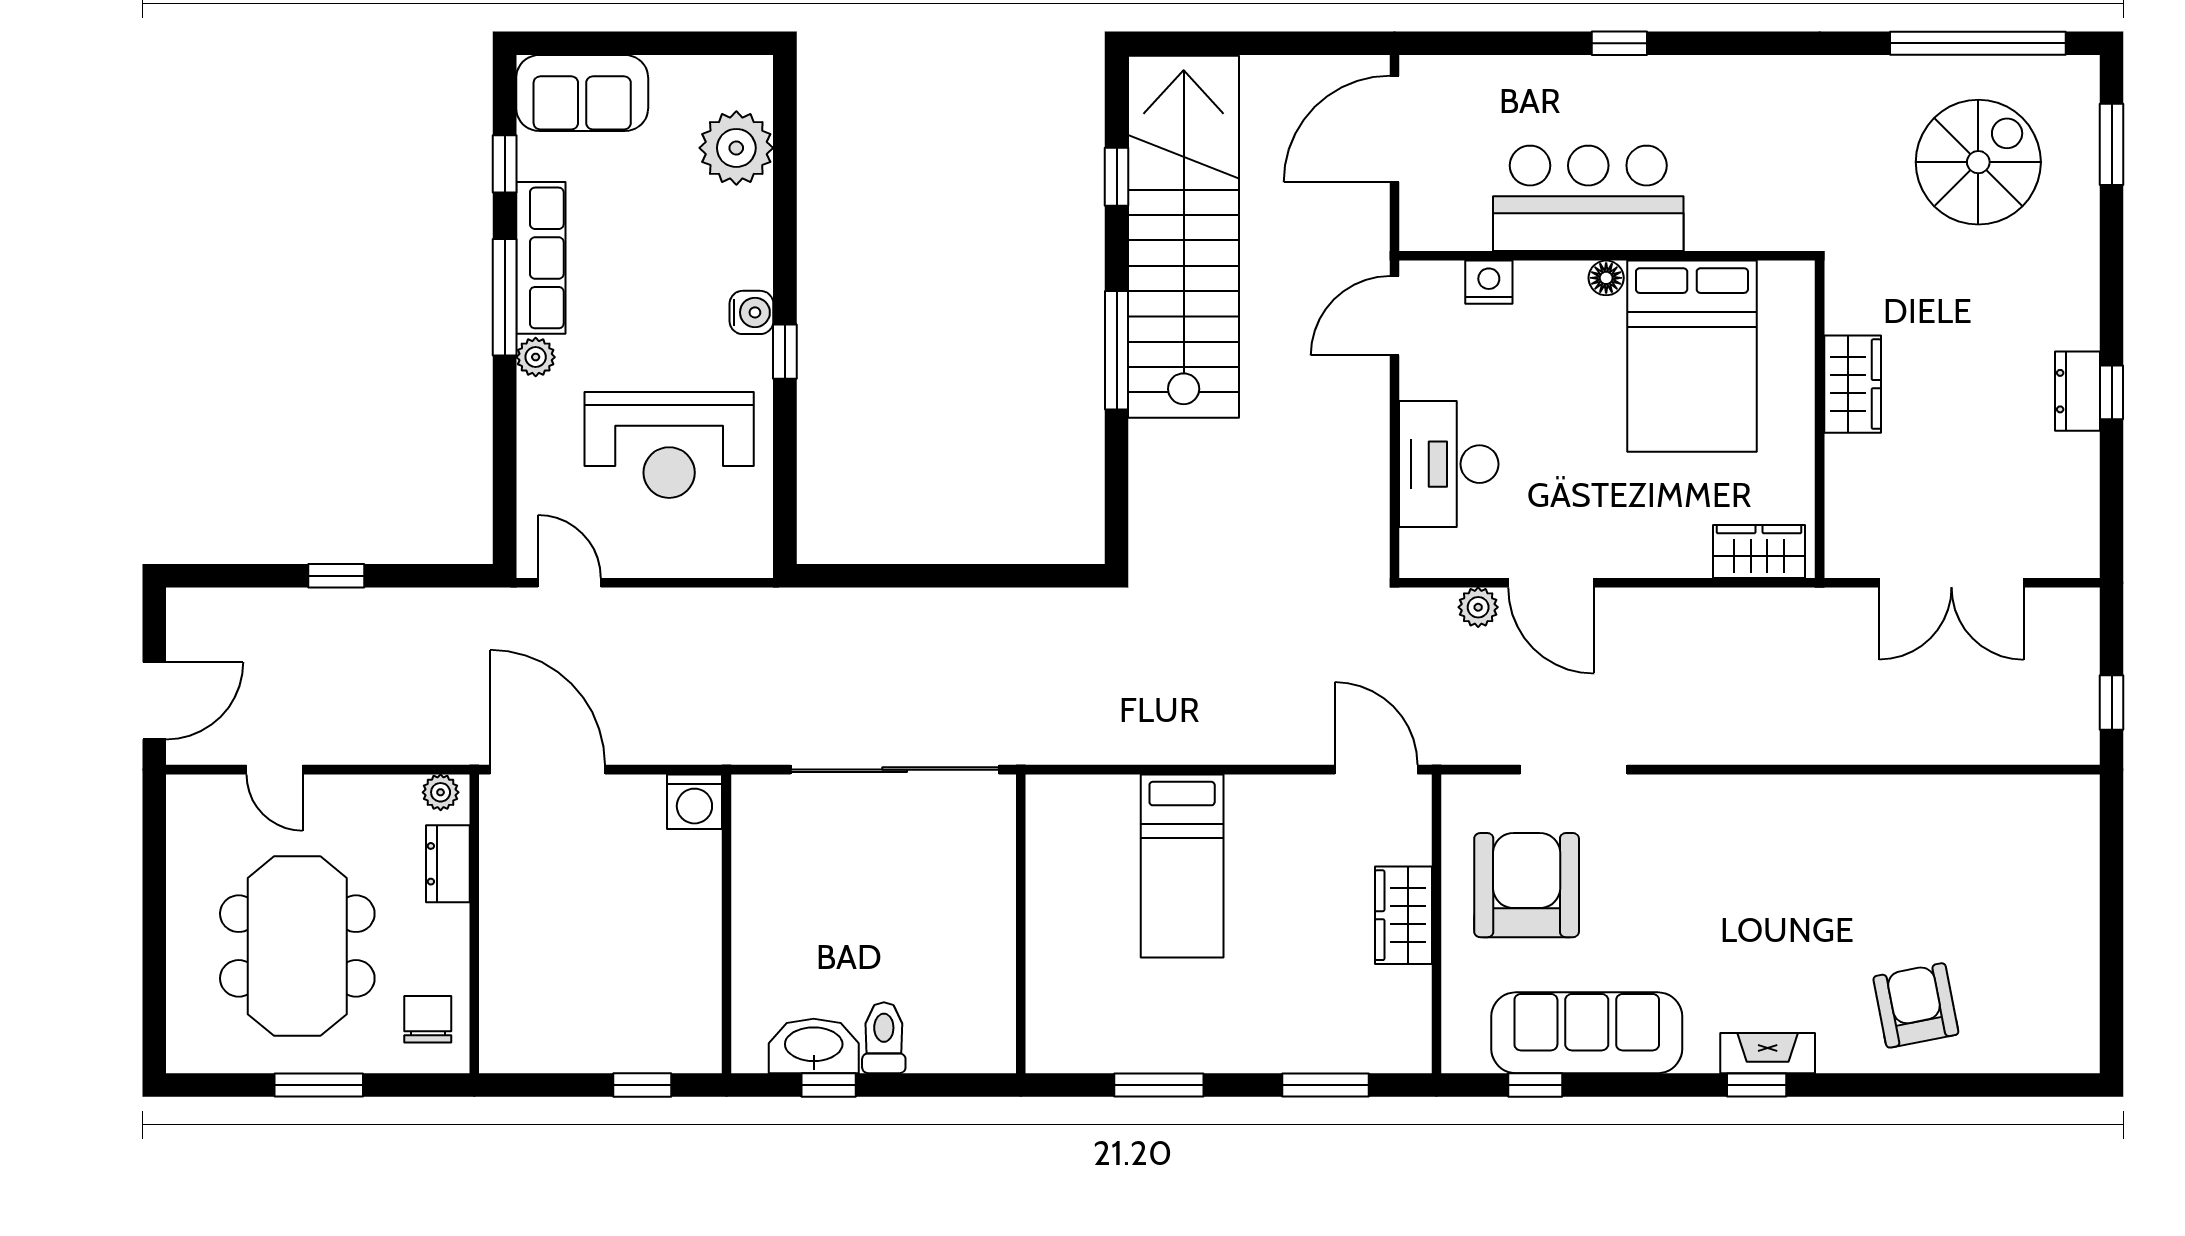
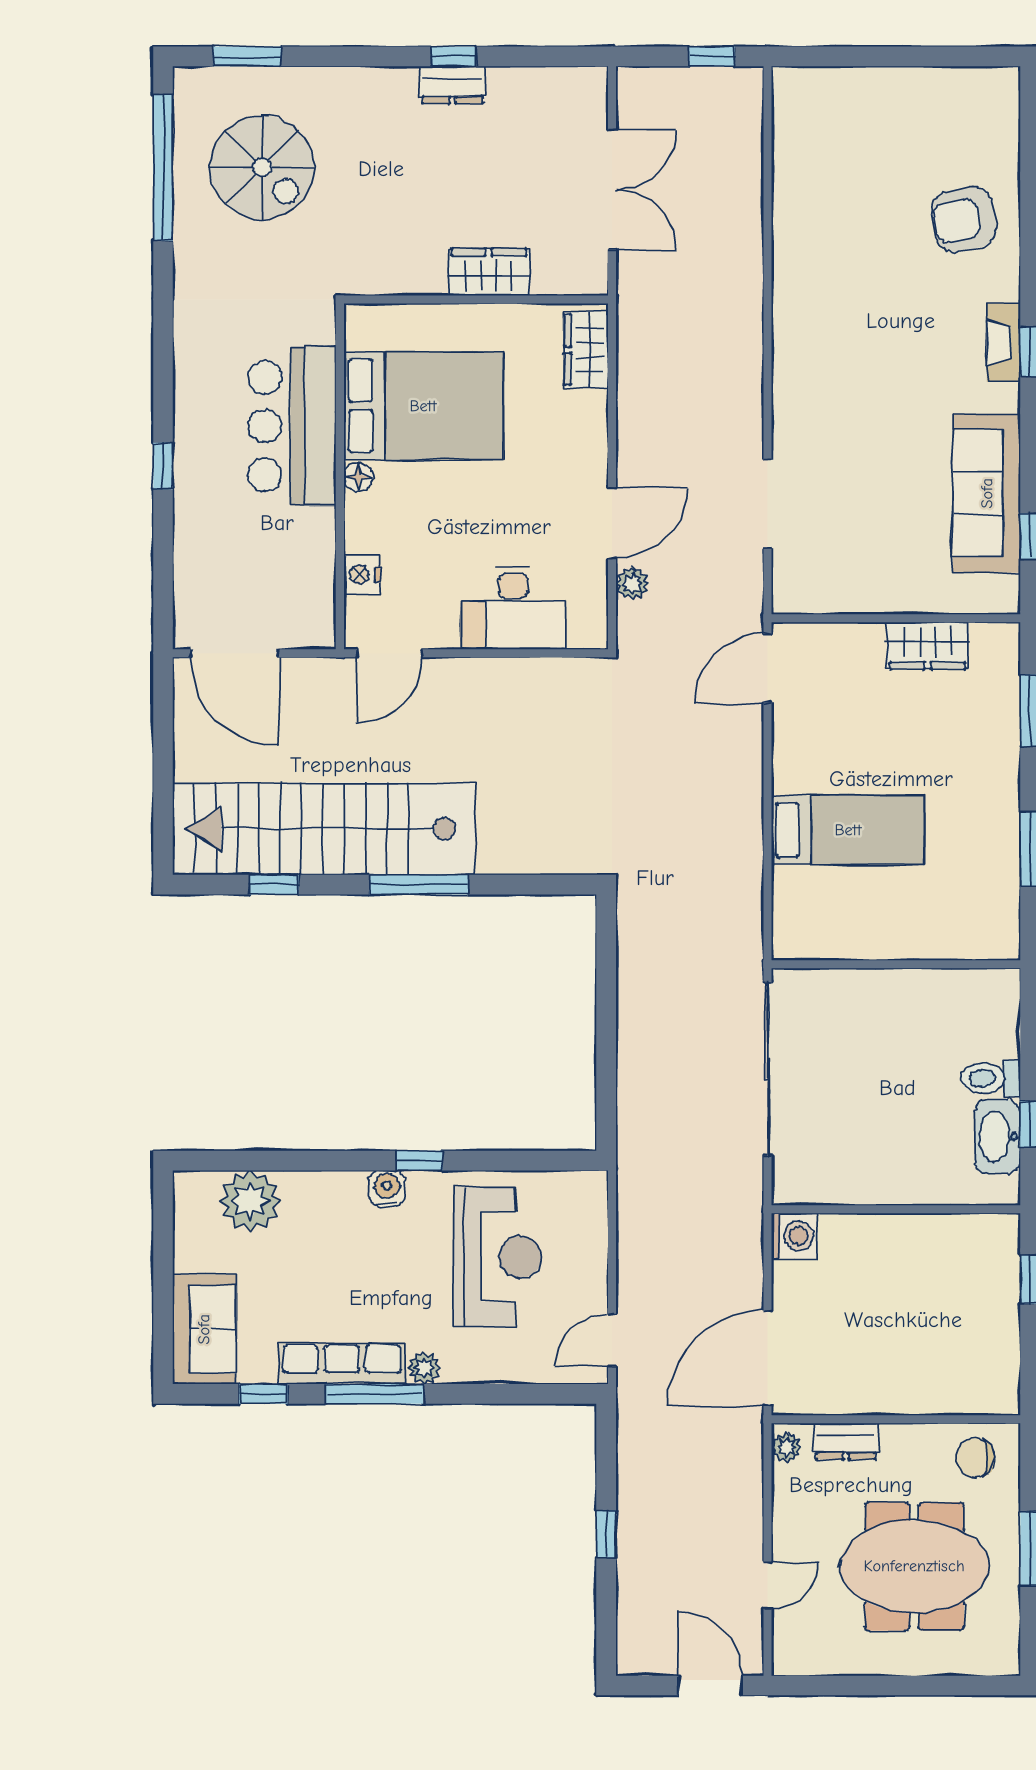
spiral stairs: (1978, 162) -> (262, 167), turned 180
bar counter: (1588, 198) -> (292, 426), moved
door: (1395, 316) -> (390, 653), hinge flipped
wardrobe: (1853, 384) -> (489, 272), moved
armchair: (1527, 885) -> (864, 543), removed
wardrobe: (1404, 915) -> (928, 646), moved

